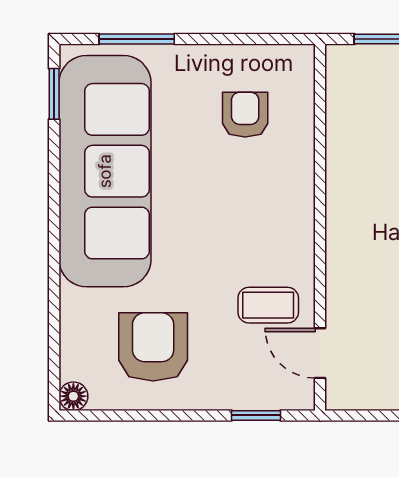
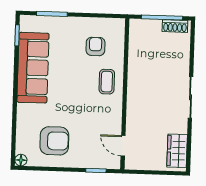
sofa: (105, 171) -> (33, 68), width x0.74, depth x0.79
coffee table: (268, 305) -> (107, 82), moved, turned 90
armchair: (153, 347) -> (54, 141), turned 90

